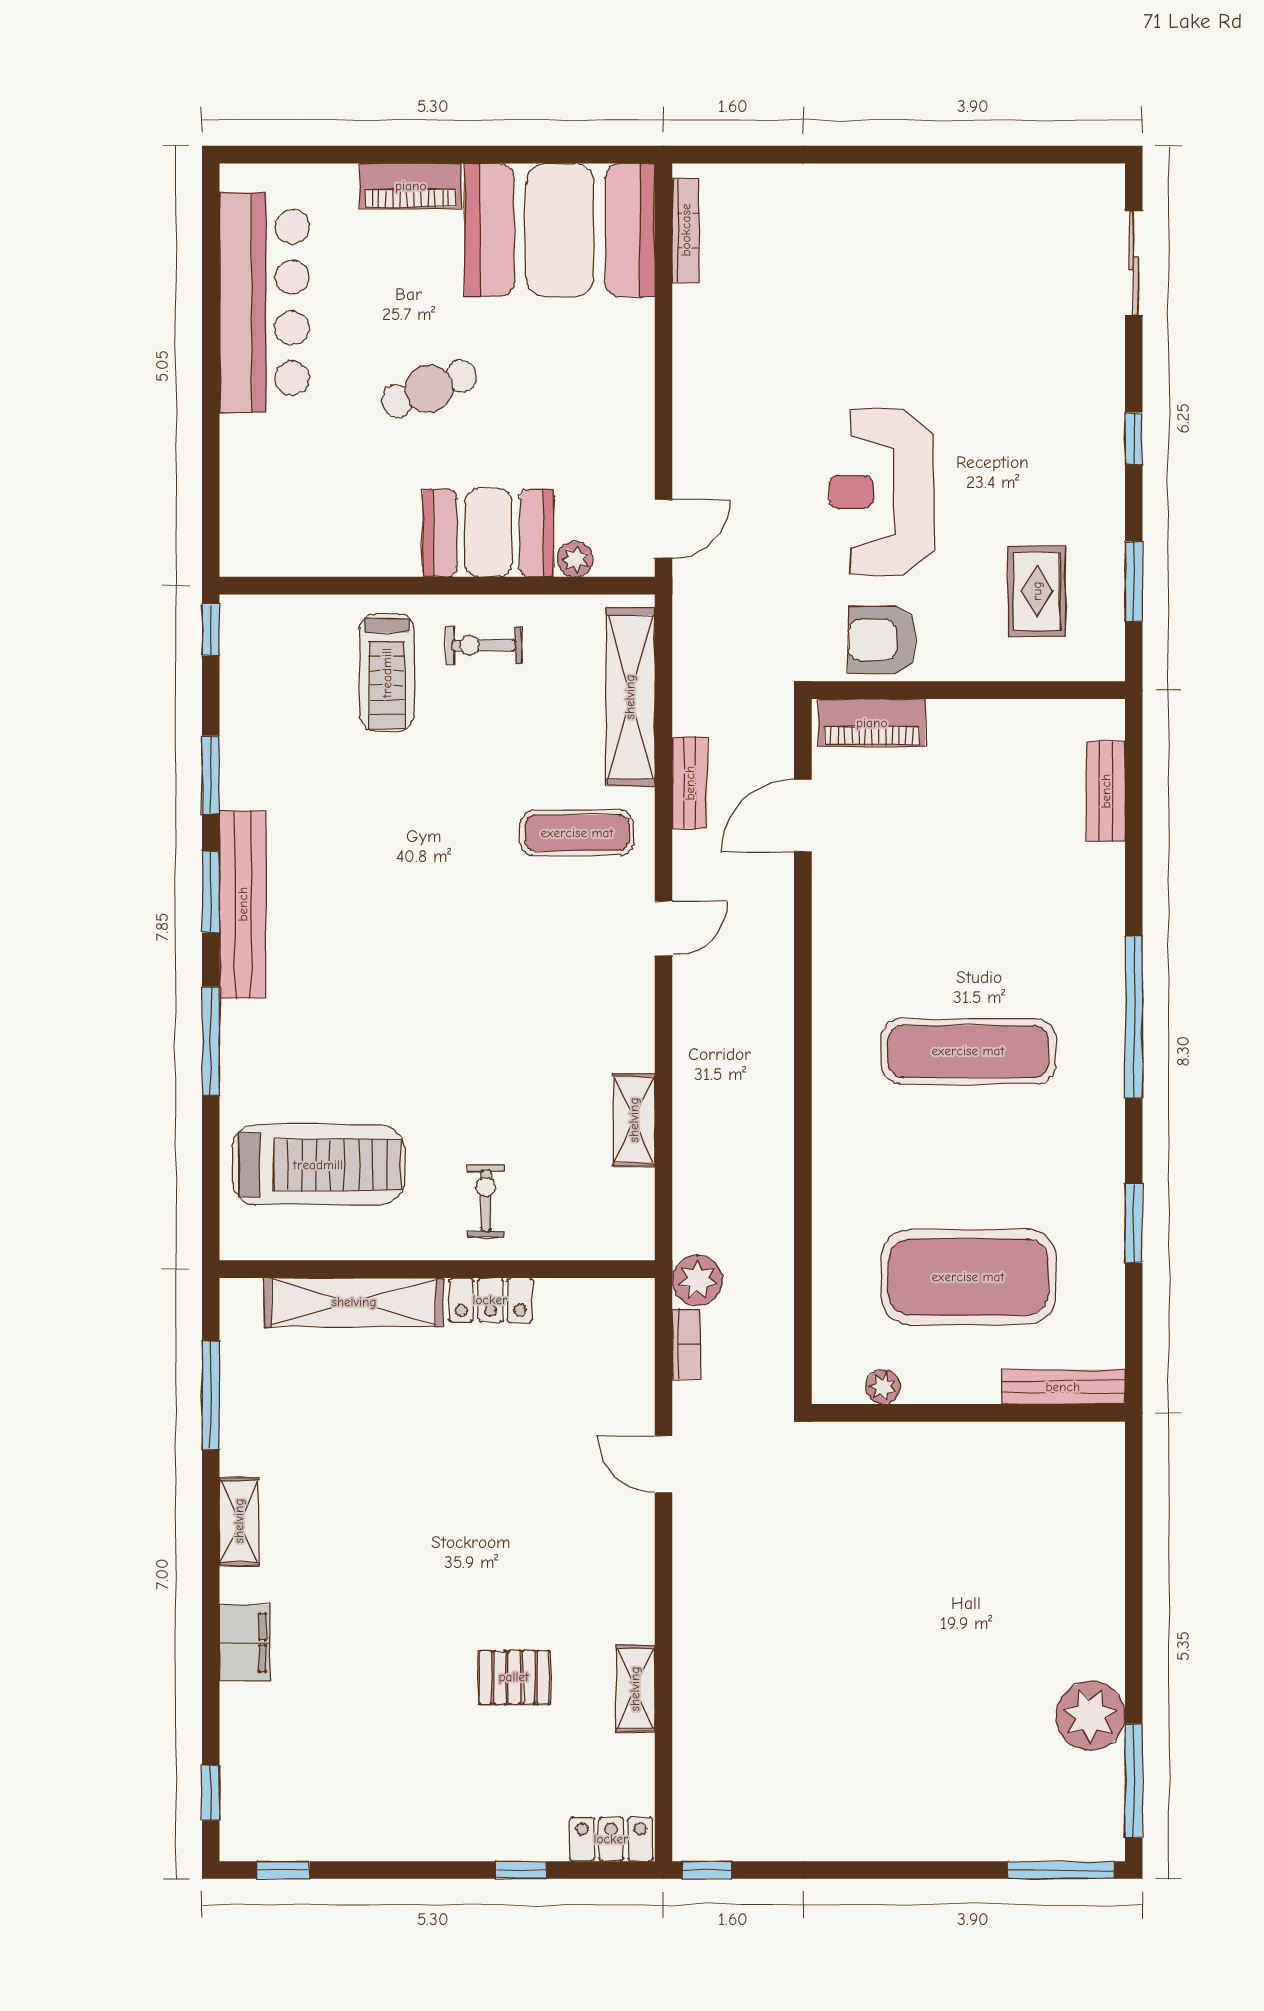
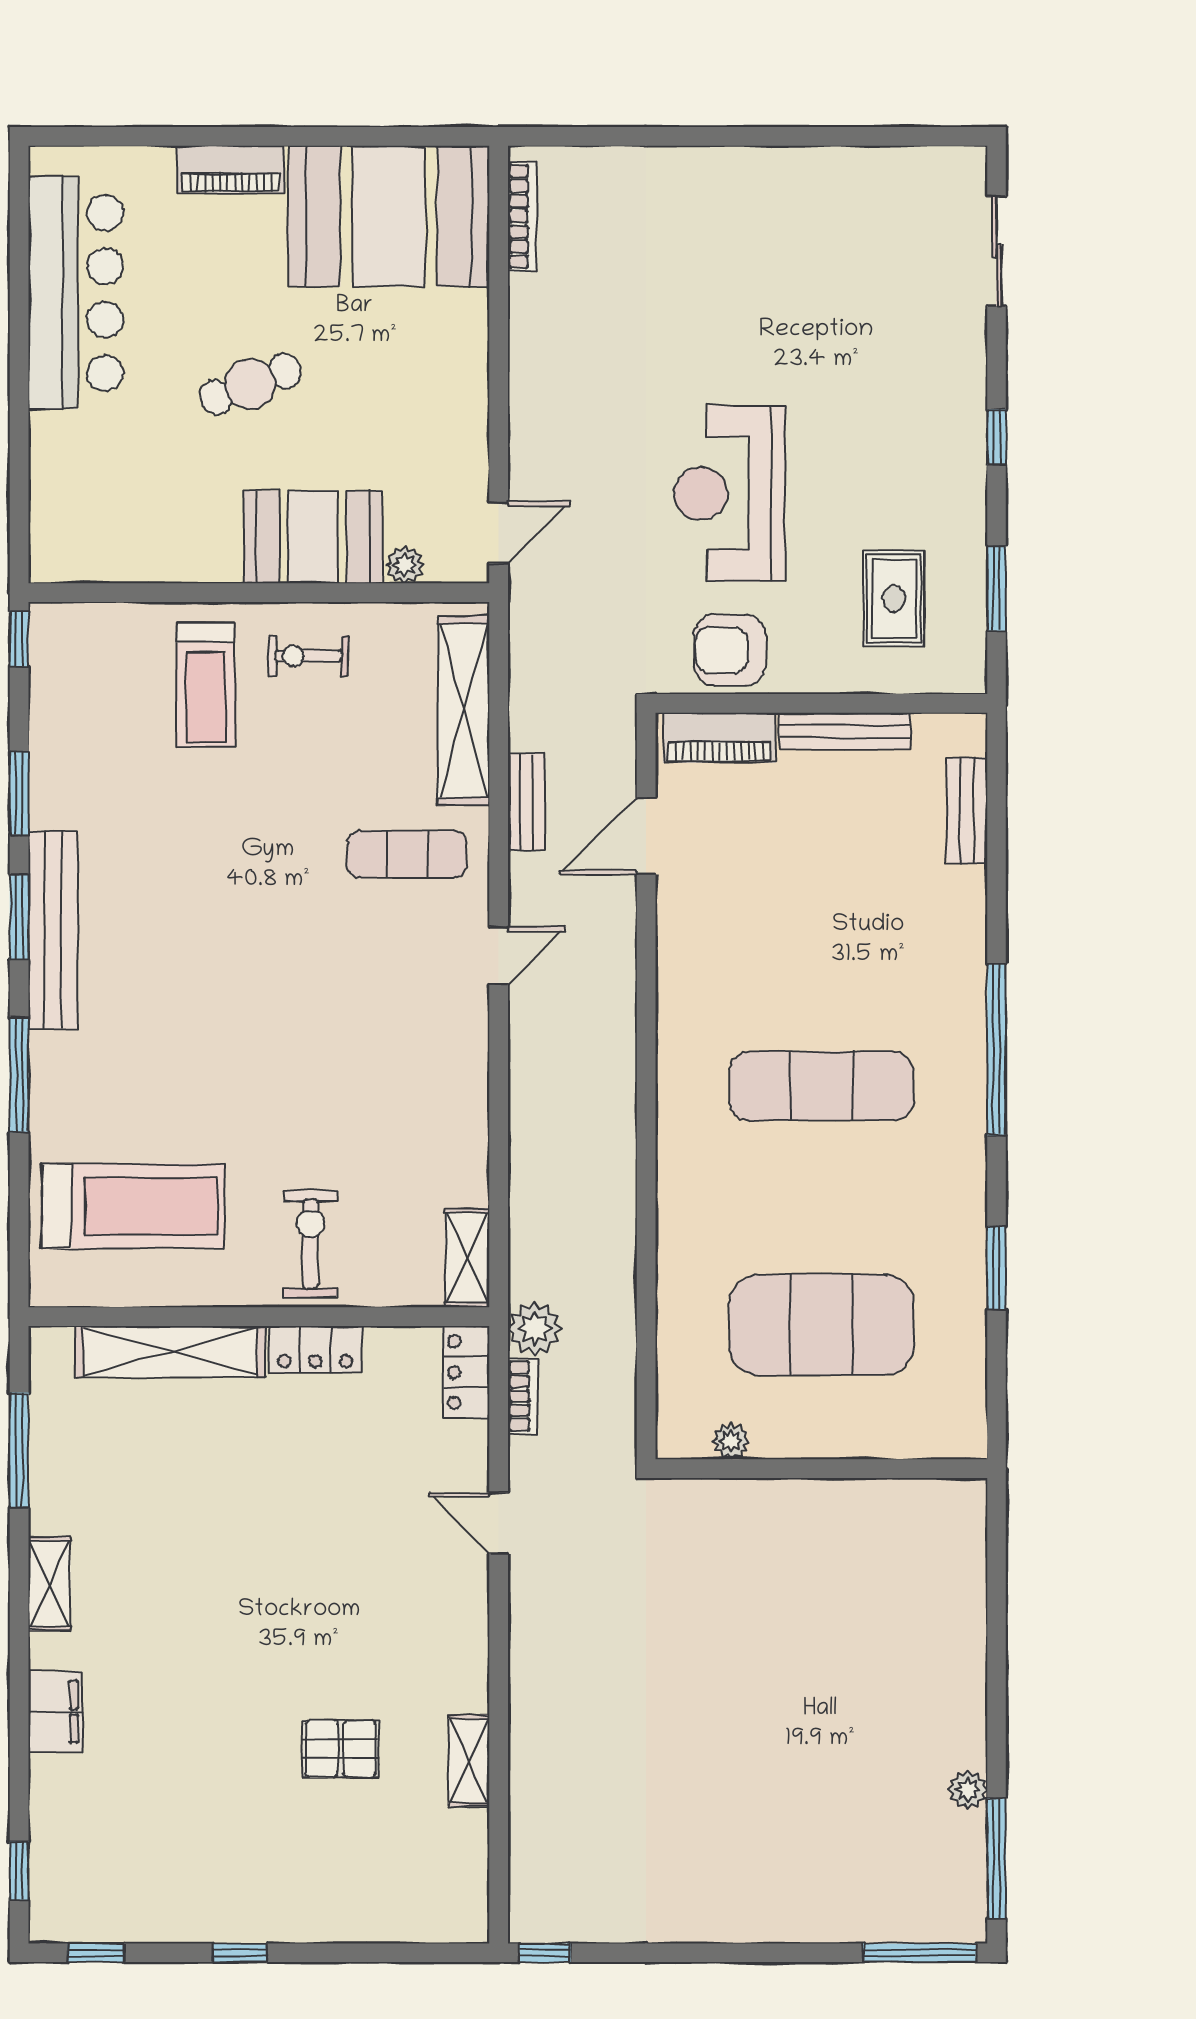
shelving: (634, 1120) -> (467, 1258), moved
exercise bike: (486, 1201) -> (310, 1244), width x1.38, depth x1.39
bench: (1063, 1387) -> (845, 731), moved
plant: (1091, 1716) -> (968, 1789), width x0.53, depth x0.53
locker: (611, 1839) -> (466, 1372), moved, turned -90
window: (521, 1870) -> (240, 1953), moved

